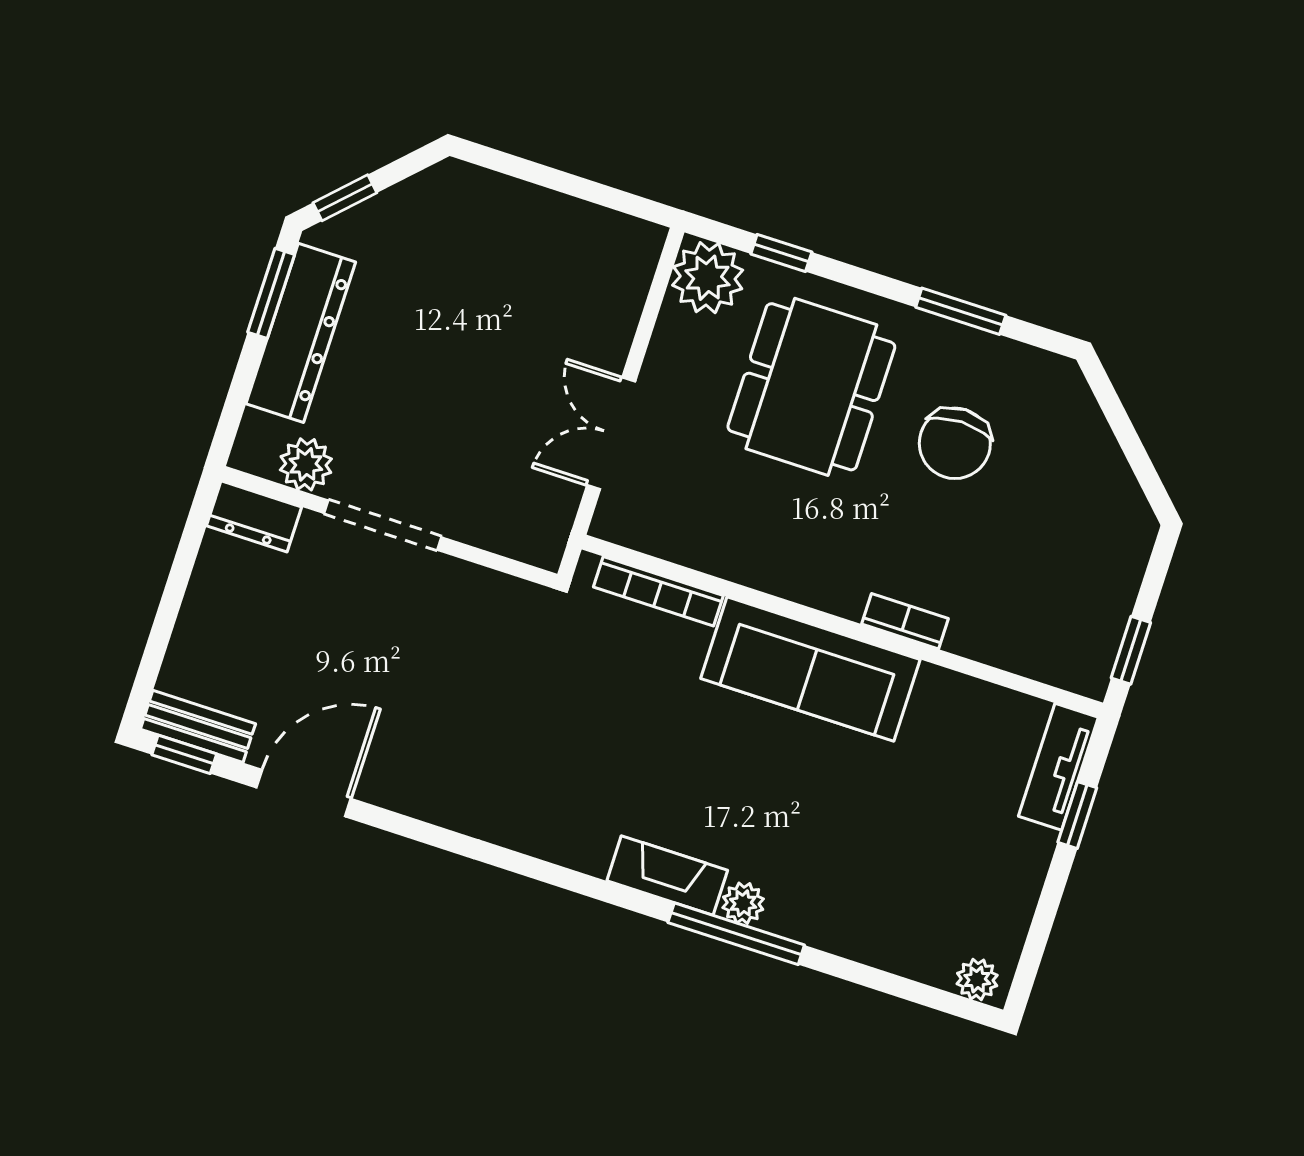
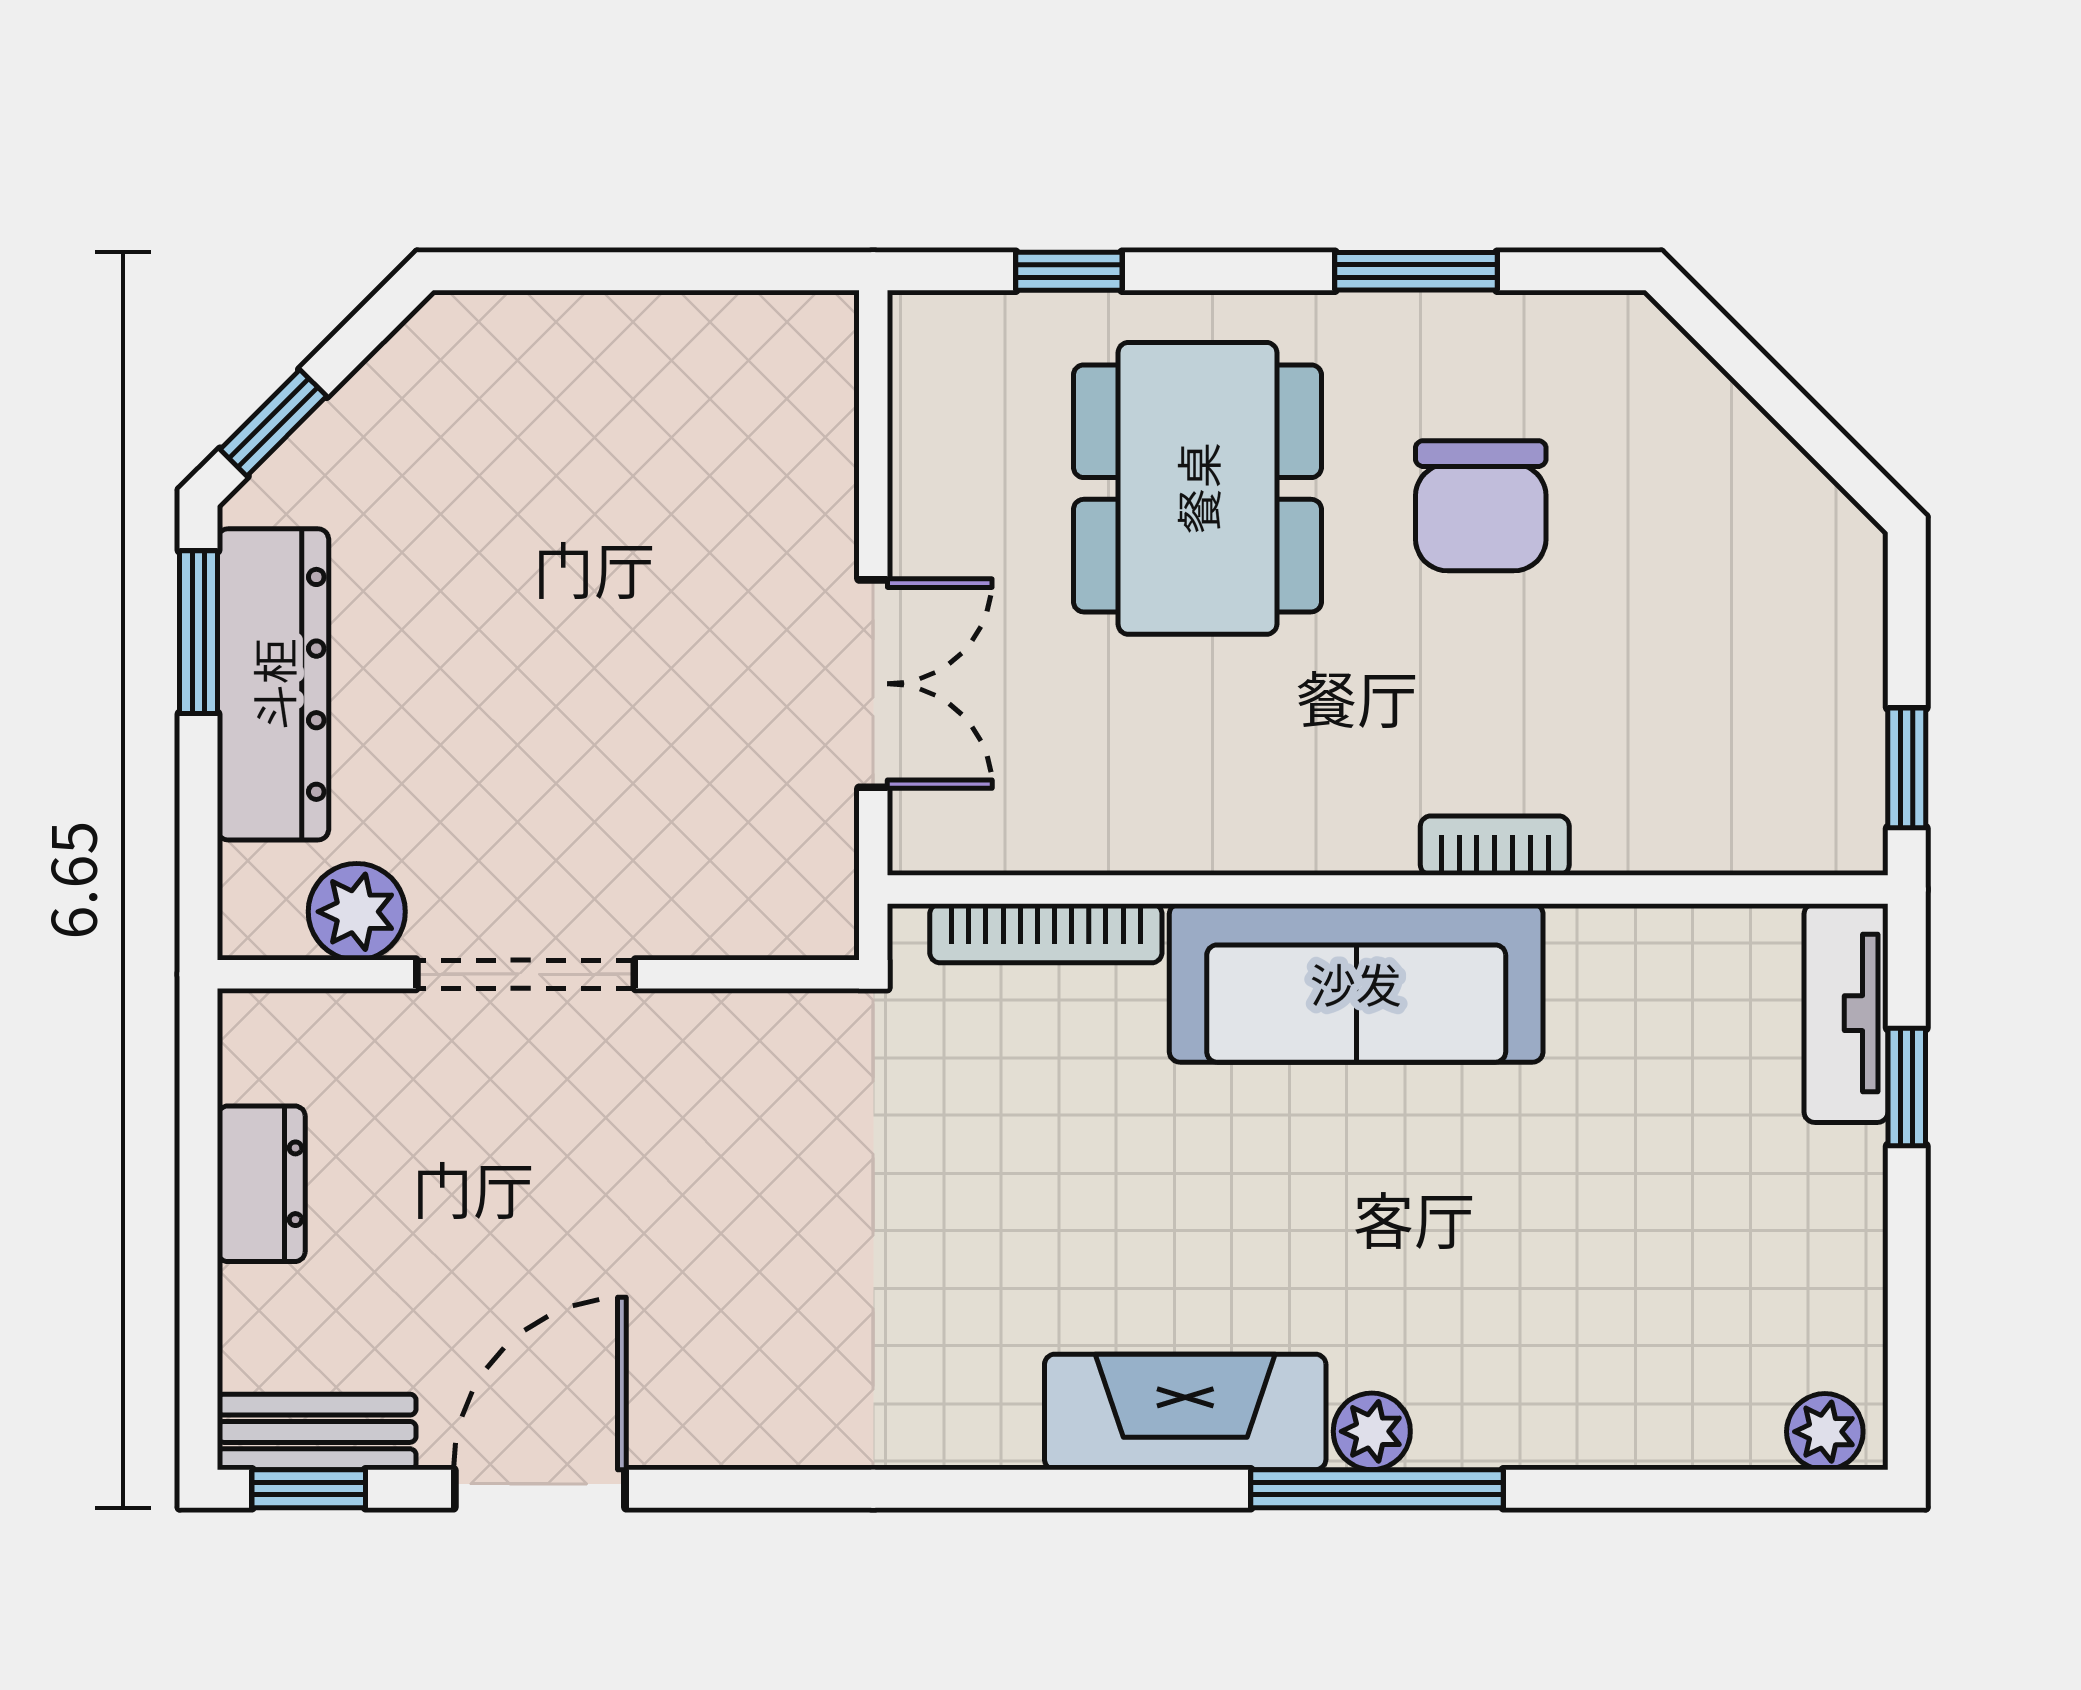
plant: (708, 278) -> (954, 356), removed
double door: (611, 433) -> (873, 684), swing flipped
dresser: (254, 516) -> (261, 1184), moved, turned -90
fireplace: (667, 875) -> (1185, 1412), width x1.37, depth x1.32

